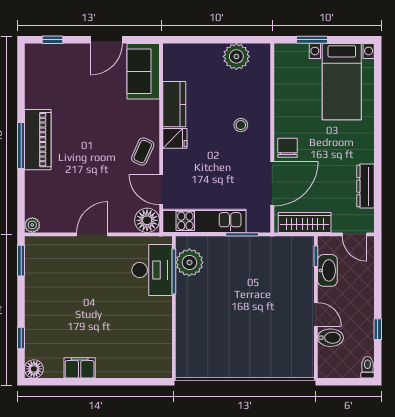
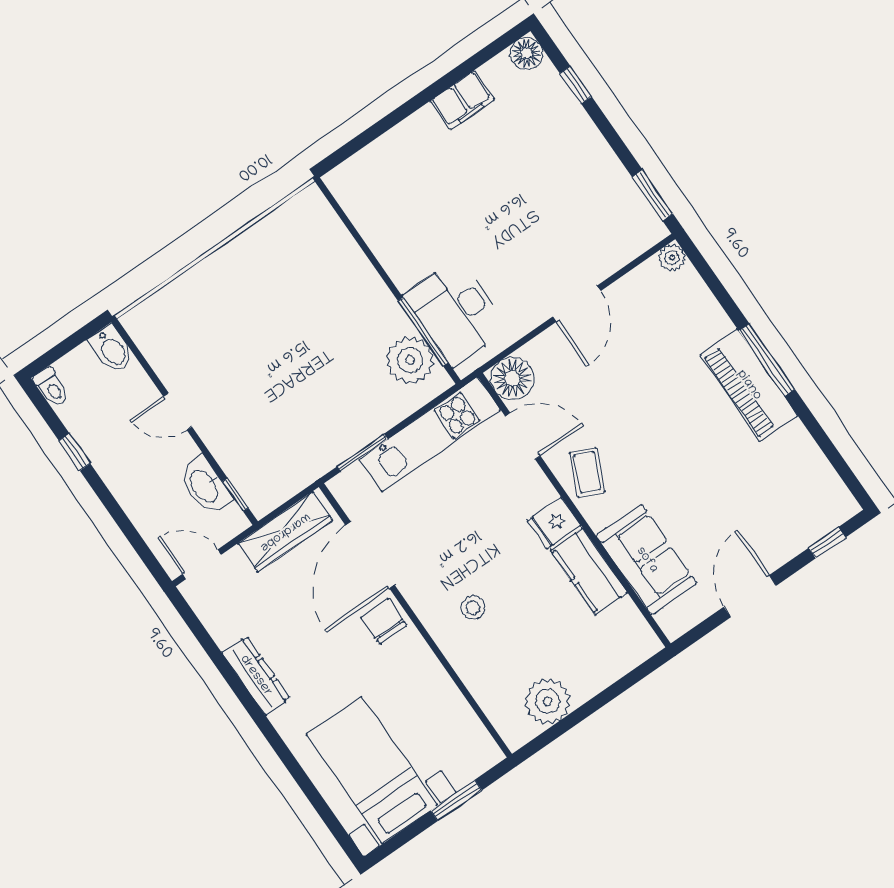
sofa: (143, 71) -> (647, 560), moved
chair: (287, 148) -> (384, 622), turned 180
dresser: (365, 186) -> (256, 676), moved
bidet: (330, 338) -> (112, 349), moved, turned -90

